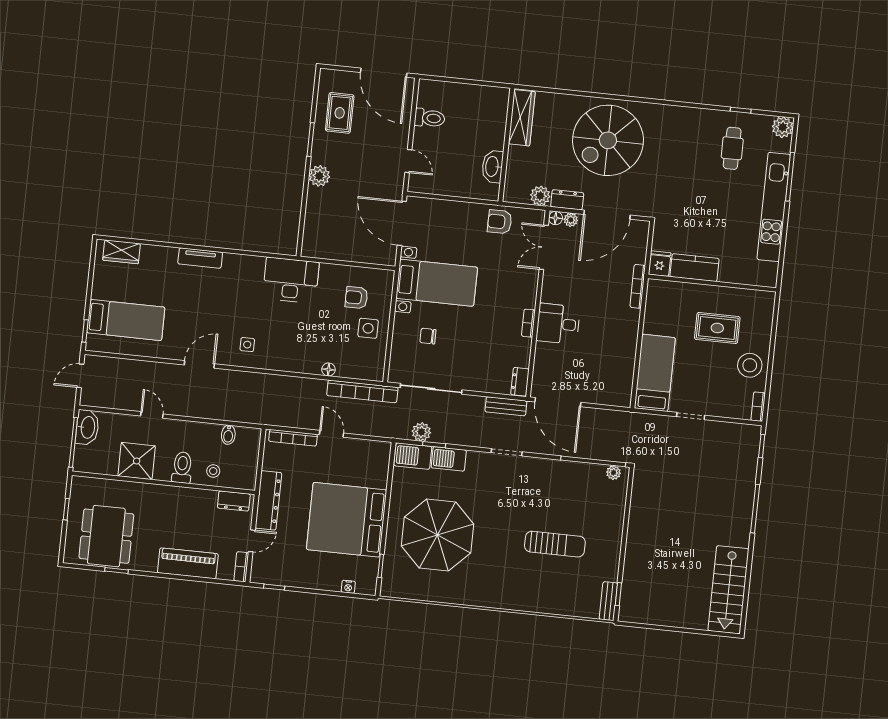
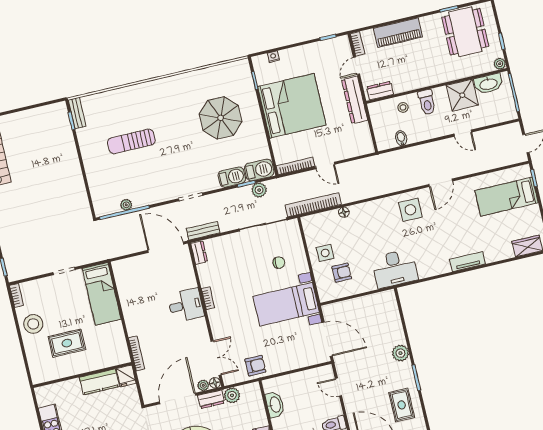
side table: (247, 345) -> (410, 210), width x1.87, depth x1.87
washbasin: (87, 427) -> (488, 84), moved, turned -90
bookcase: (293, 438) -> (295, 166), moved
plant: (613, 473) -> (126, 205), moved
plant: (78, 483) -> (500, 64), added
parasol: (437, 535) -> (221, 118), width x0.73, depth x0.73

